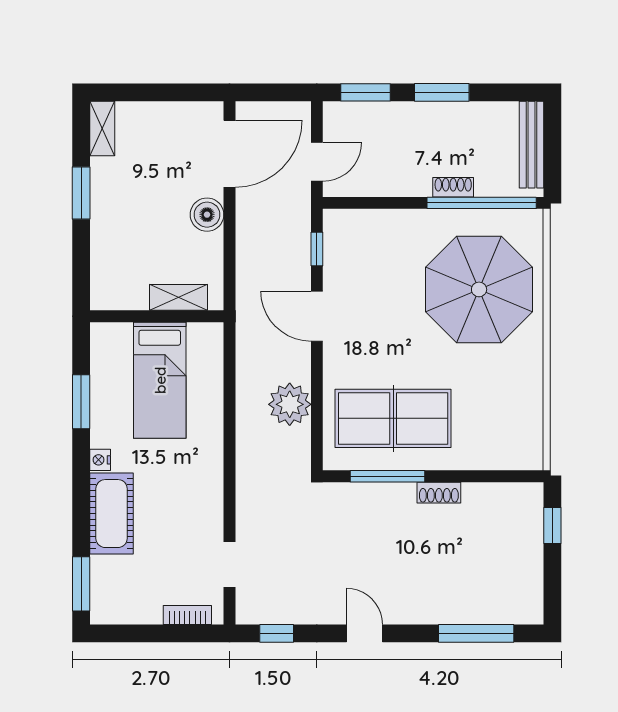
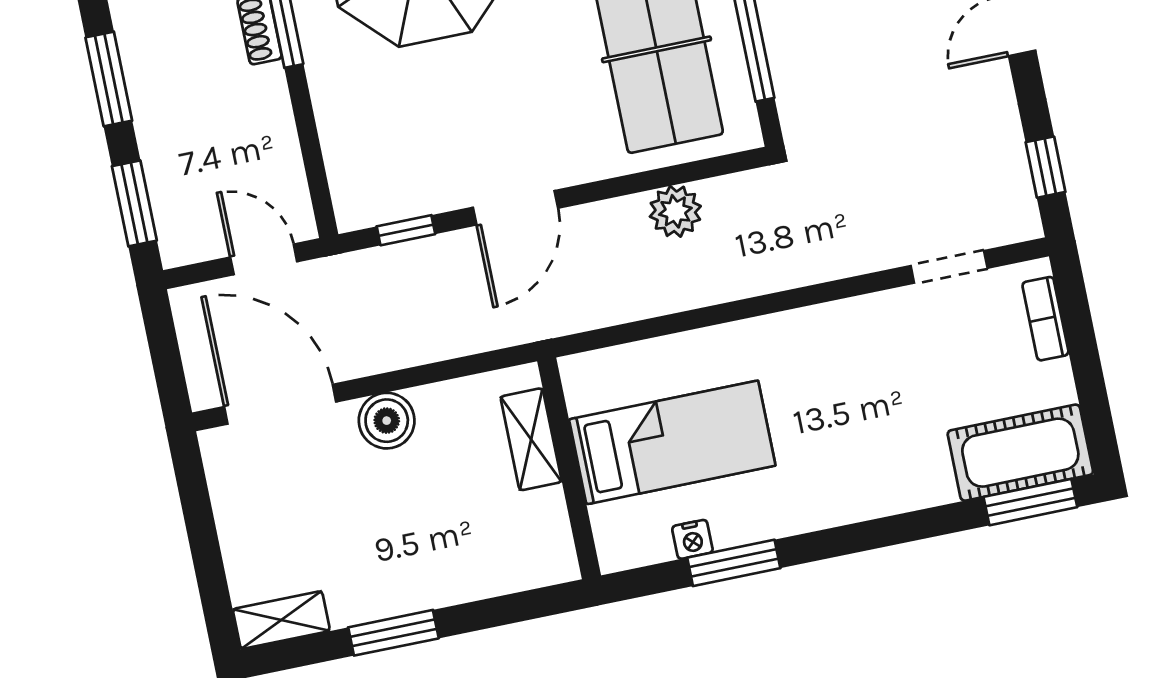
plant: (290, 404) -> (675, 211), width x0.73, depth x0.73
nightstand: (100, 460) -> (692, 539), moved
cot: (112, 514) -> (1020, 453), moved

